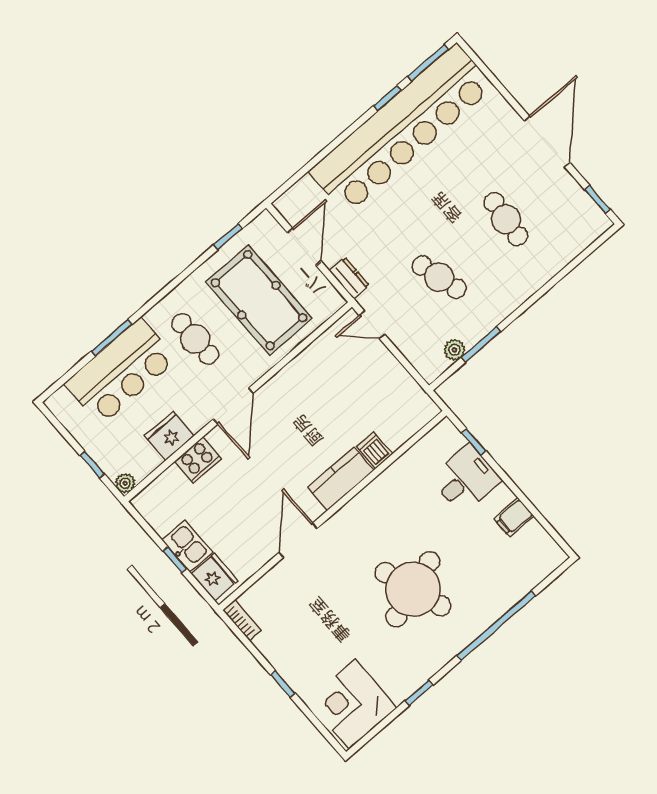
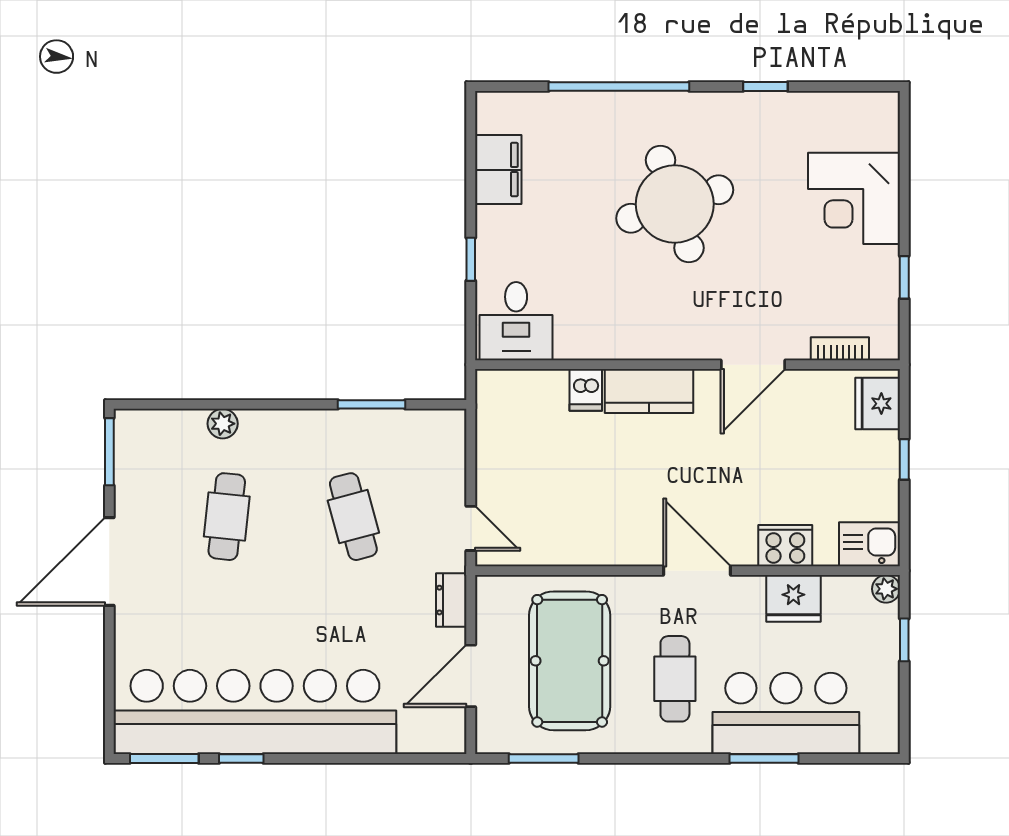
window: (597, 199) -> (109, 452), width x1.50
window: (228, 237) -> (544, 758), width x1.50
plant: (454, 350) -> (223, 424), moved
door: (233, 406) -> (697, 571), hinge flipped
window: (474, 442) -> (471, 259), moved
desk: (466, 479) -> (516, 321), moved, turned -90
filing cabinet: (514, 517) -> (498, 170), width x2.00
kitchen sink: (187, 546) -> (869, 544), moved, turned 90
bookcase: (242, 620) -> (840, 349), moved, turned 90
window: (283, 684) -> (904, 277), moved
corner desk: (352, 704) -> (854, 198), moved, turned 90

